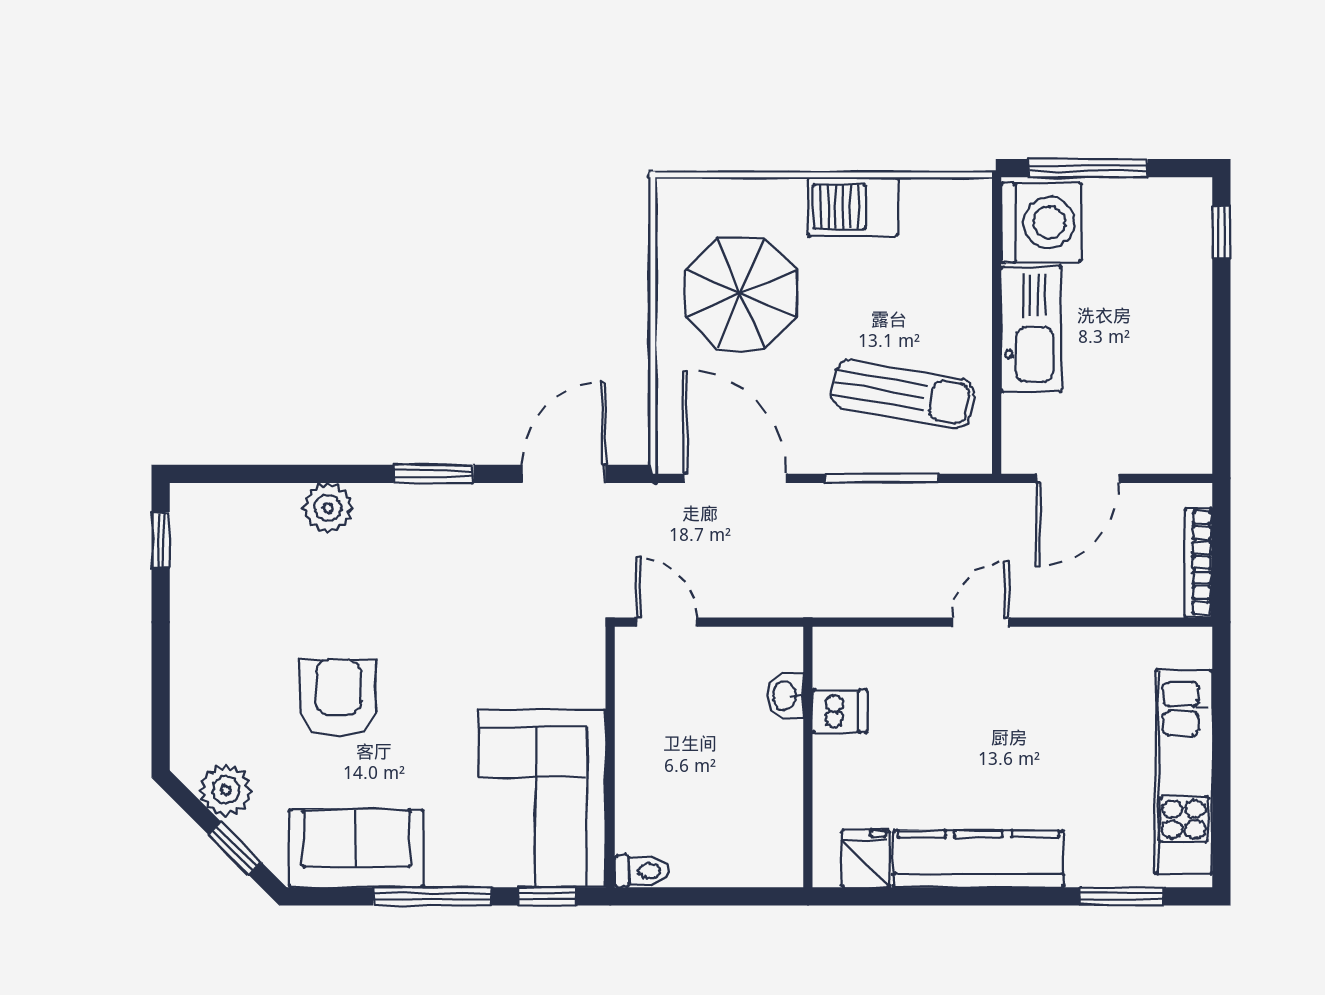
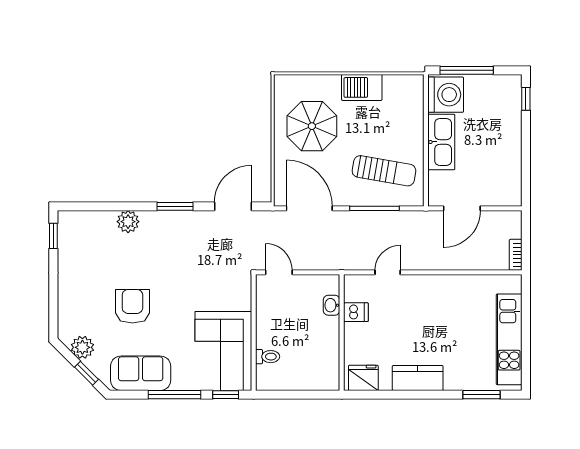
bookcase: (1198, 563) -> (516, 255), width x0.64
door: (981, 622) -> (388, 272), moved
fridge: (866, 859) -> (363, 378), width x1.38
kitchen counter: (978, 859) -> (418, 378), width x0.67
toilet: (641, 871) -> (268, 357), moved

